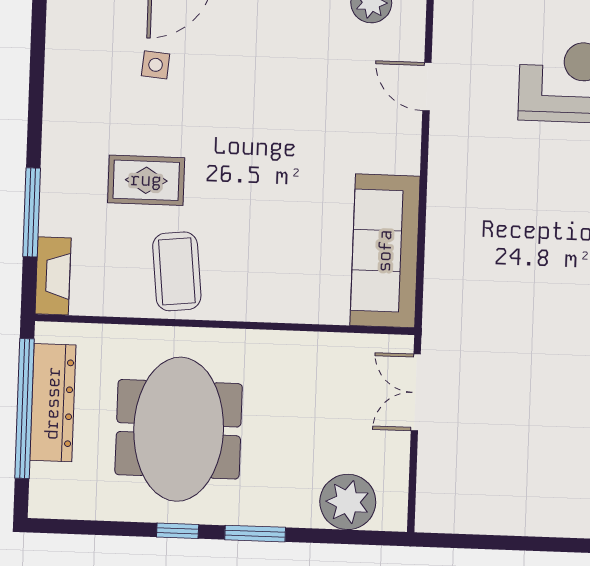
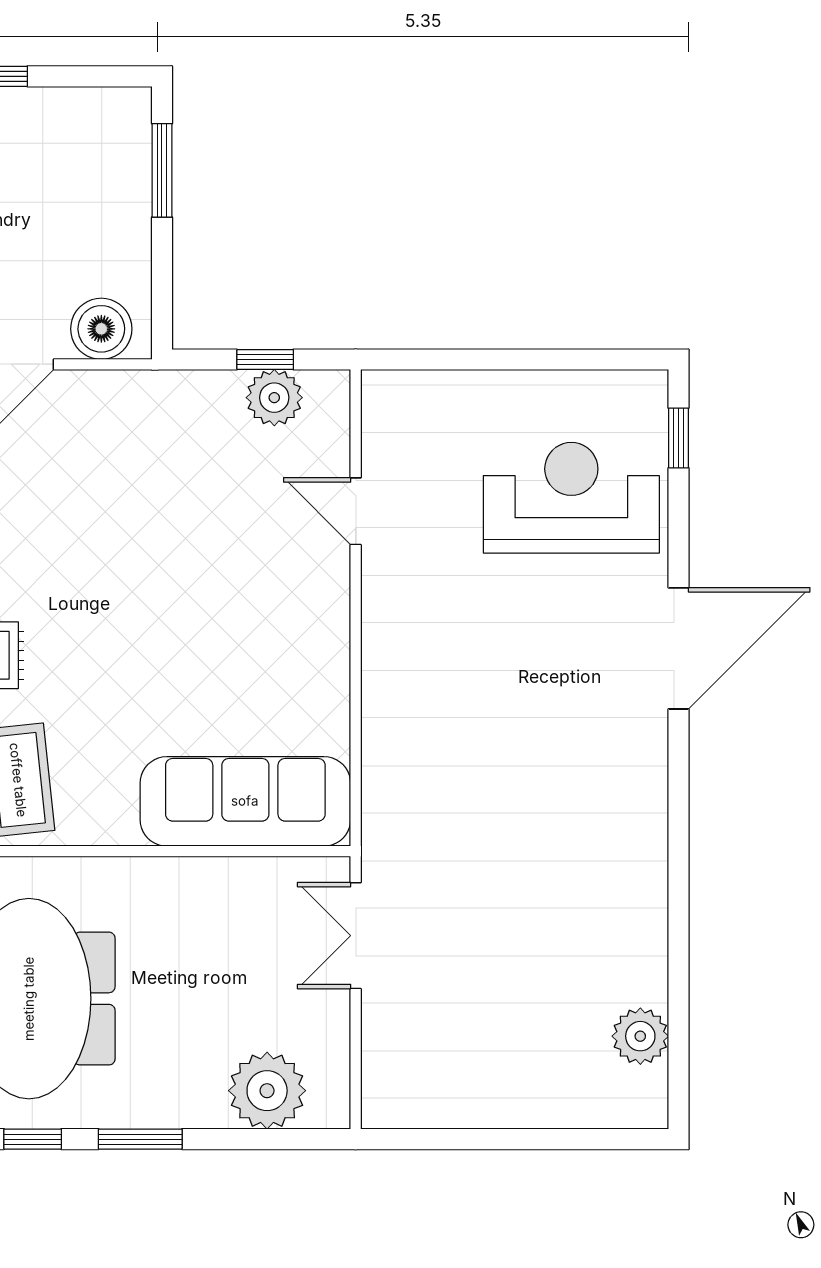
sofa: (385, 251) -> (245, 801), moved, turned 90

